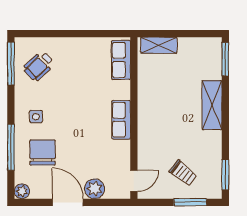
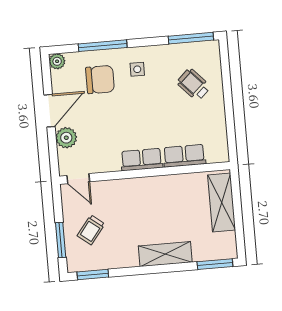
shelving: (159, 45) -> (222, 202), width x1.50, depth x1.33
row of seats: (121, 60) -> (184, 156), moved
wheelchair: (39, 66) -> (194, 85), moved

